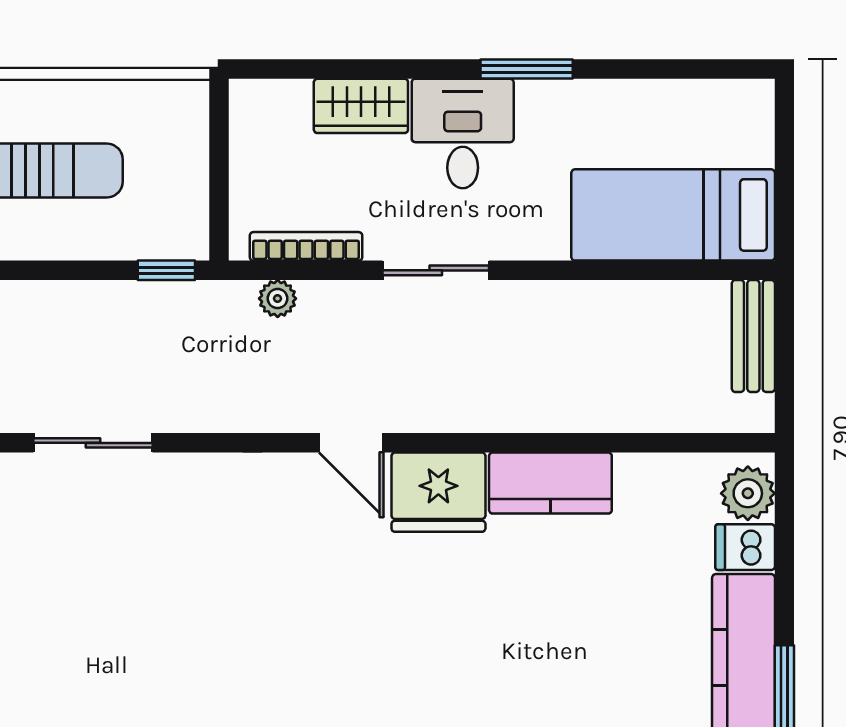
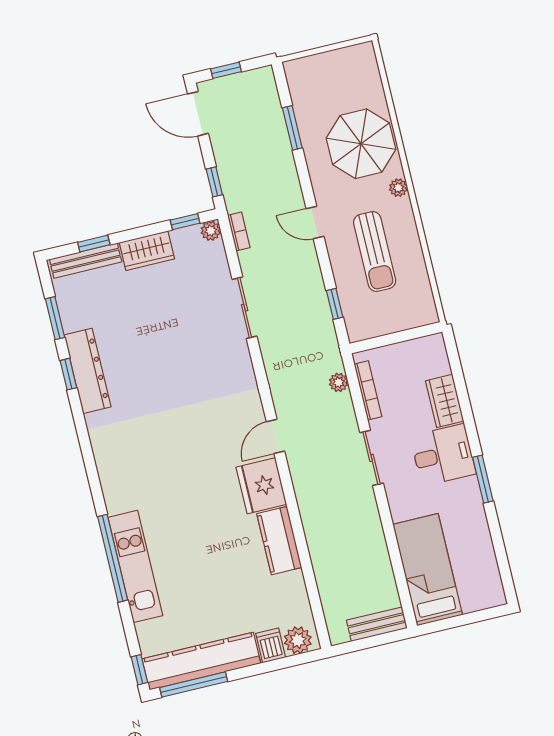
window: (166, 270) -> (335, 304), moved

